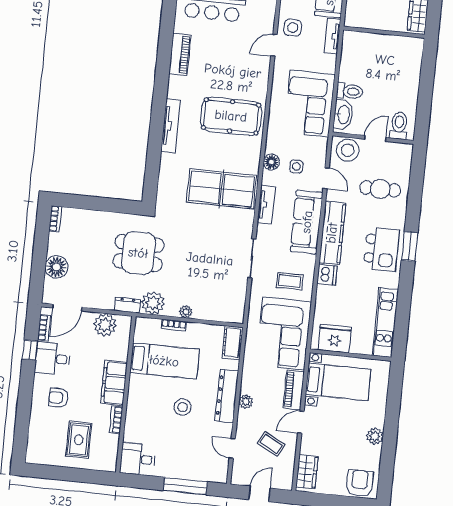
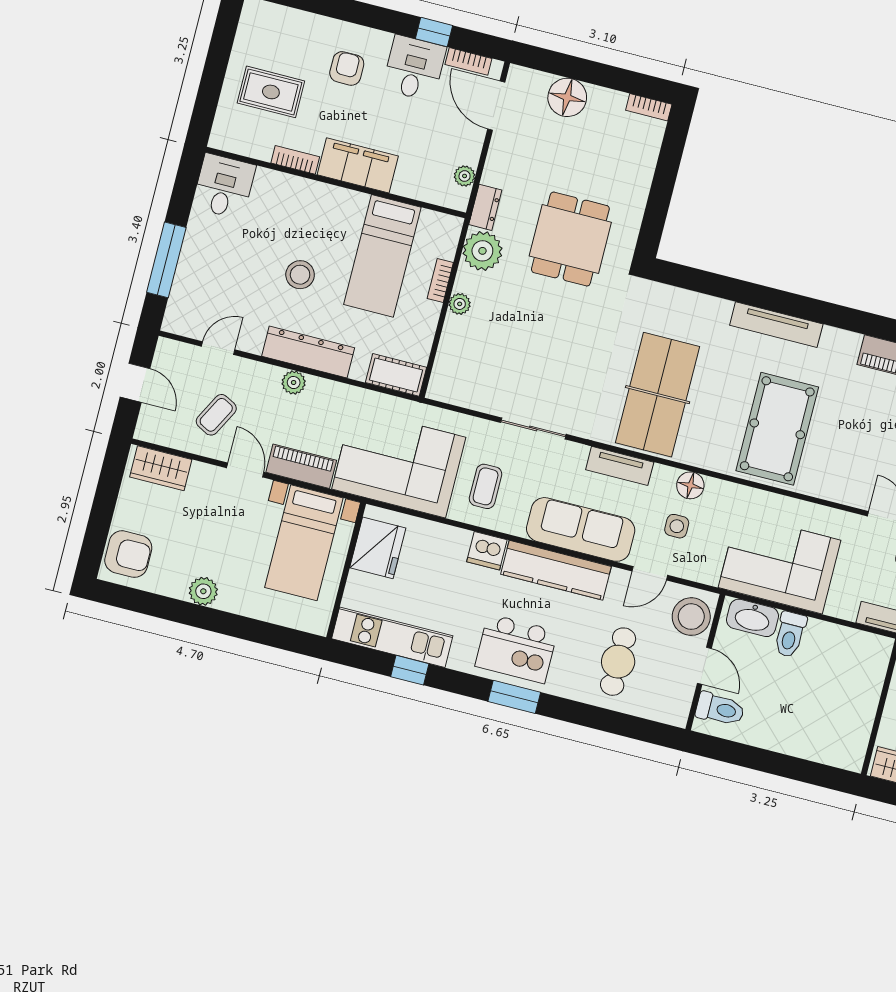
window: (403, 309) -> (410, 670), added
plant: (105, 325) -> (465, 176), width x0.53, depth x0.53

